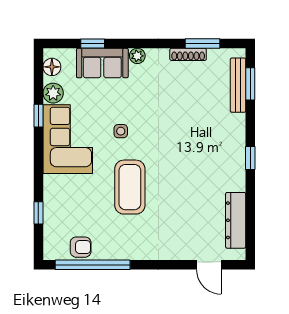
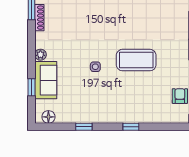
plant: (53, 93) -> (68, 116), removed
corner sofa: (68, 139) -> (101, 105), removed
window: (38, 213) -> (131, 127), moved

